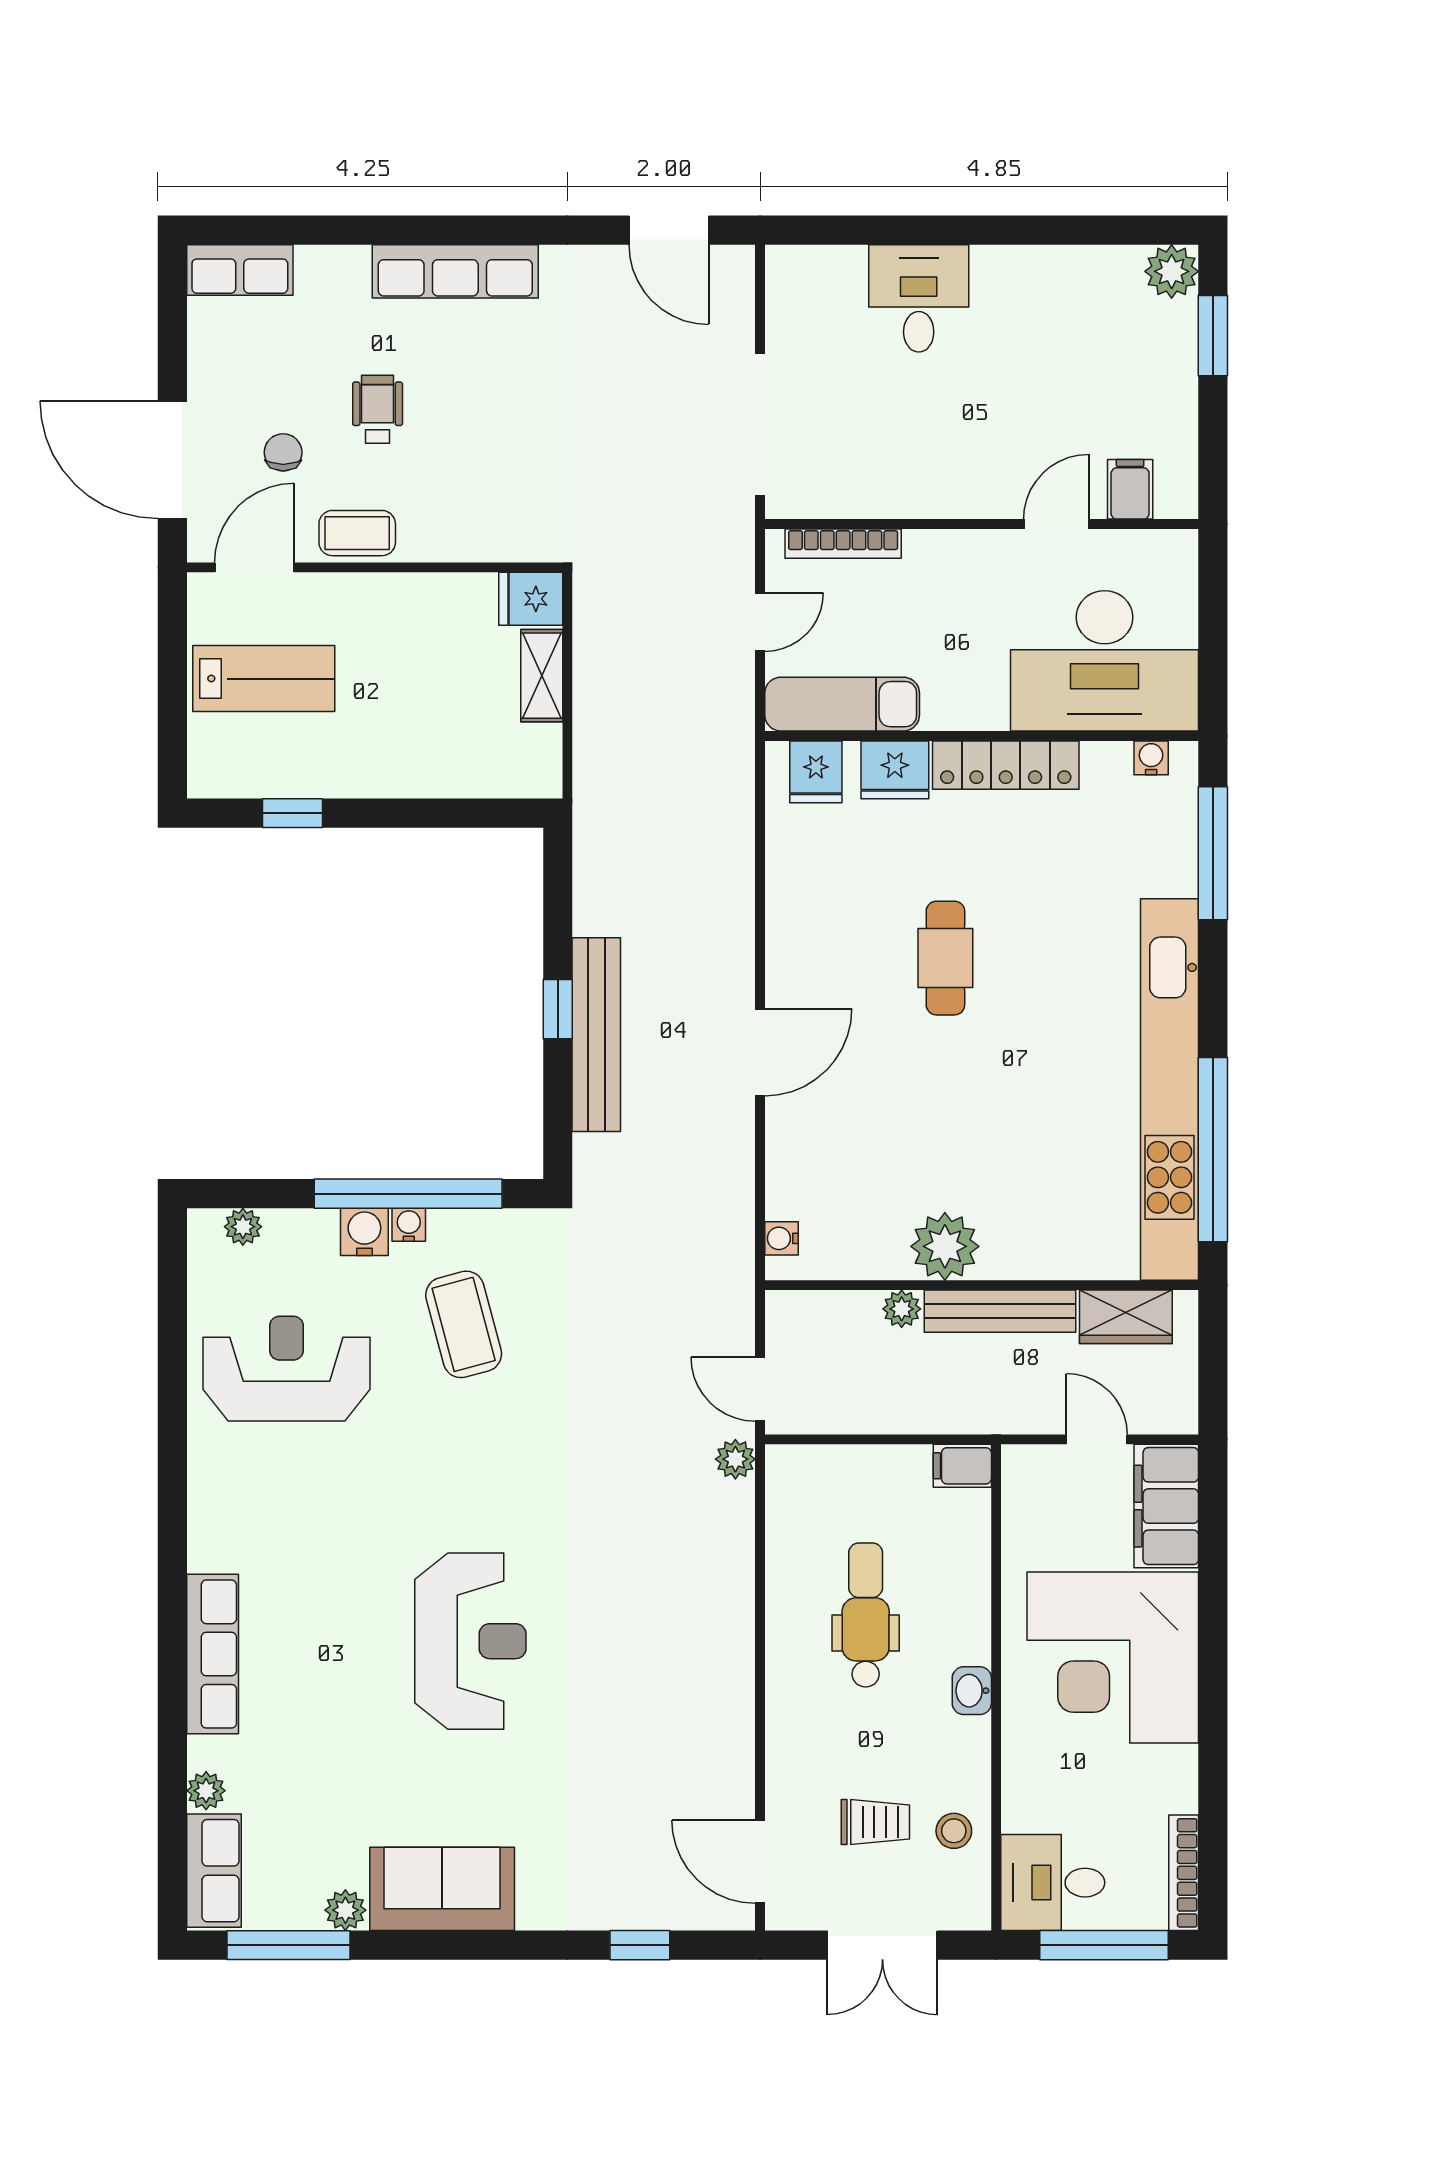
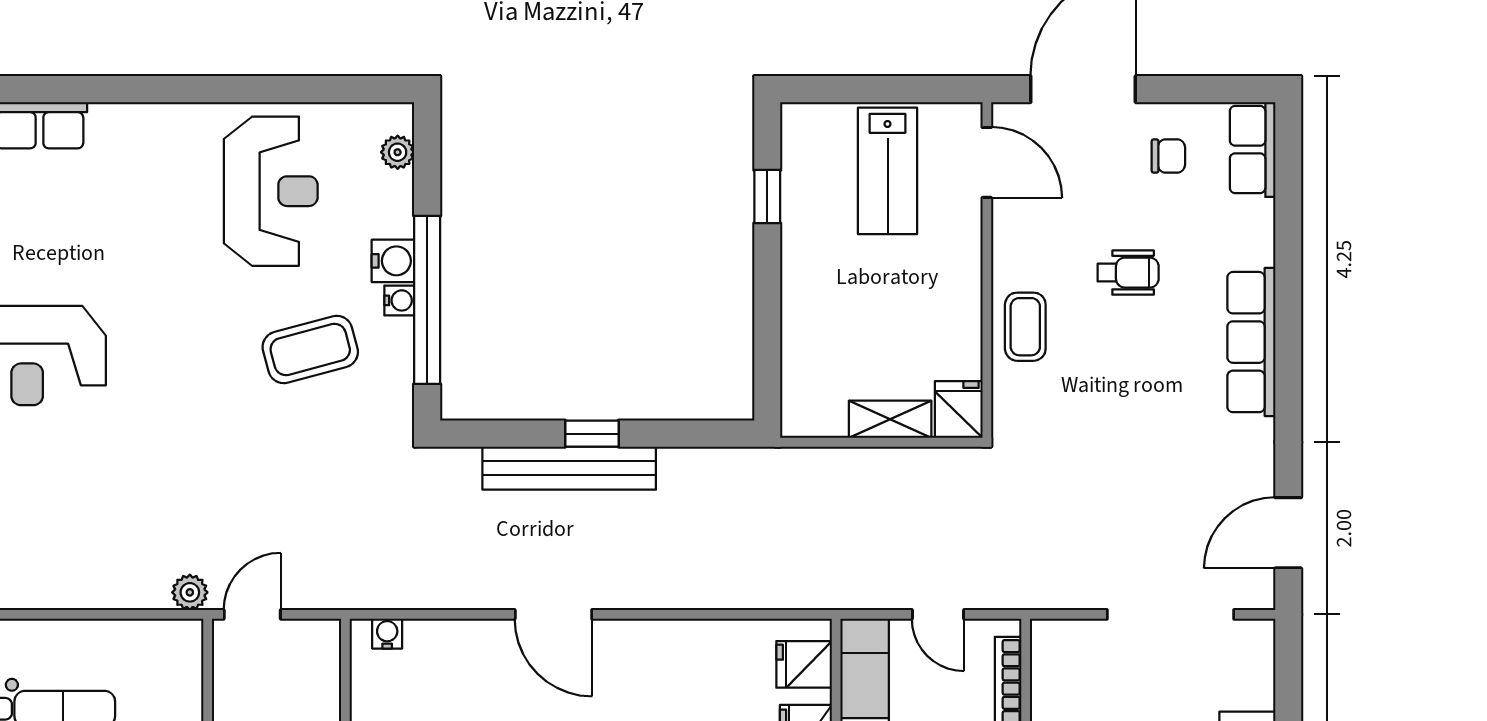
doorway: (760, 424) -> (1170, 614), moved
chair: (283, 452) -> (1168, 156), moved
coffee table: (357, 533) -> (1025, 327), moved

